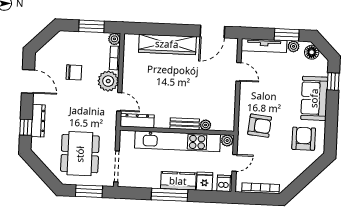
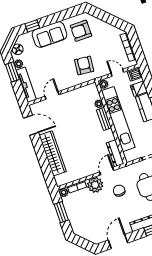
chair: (74, 72) -> (119, 191), moved

